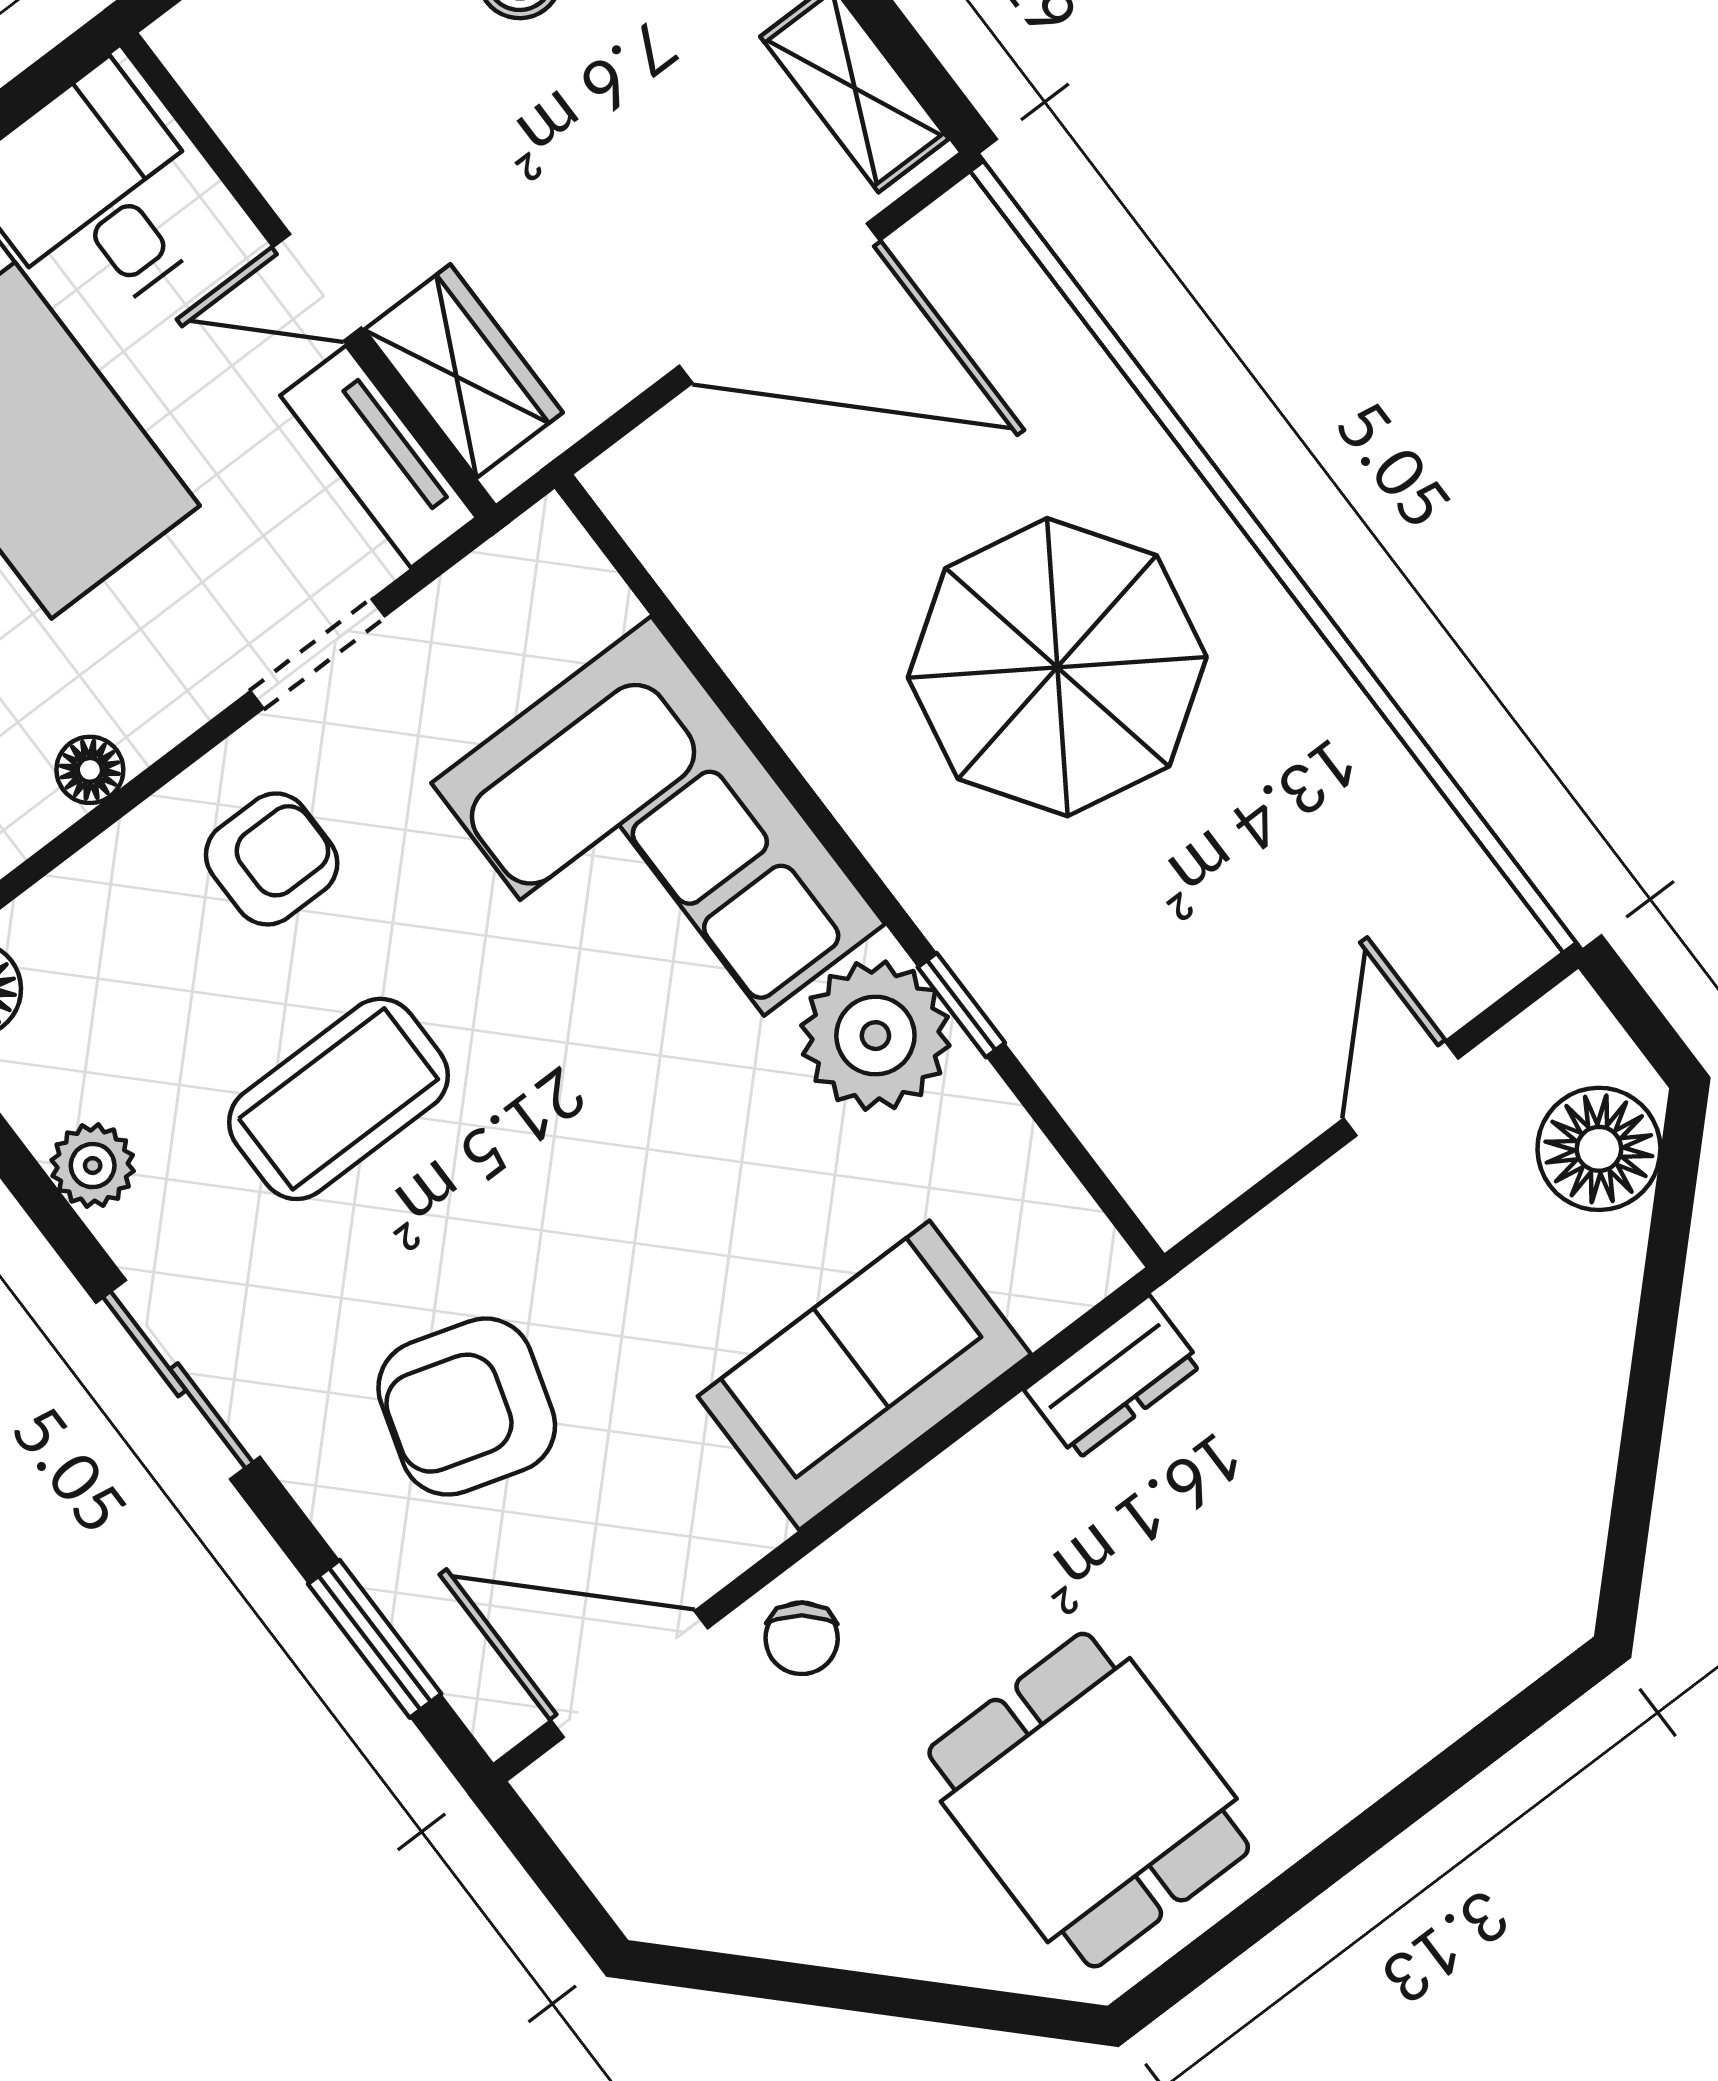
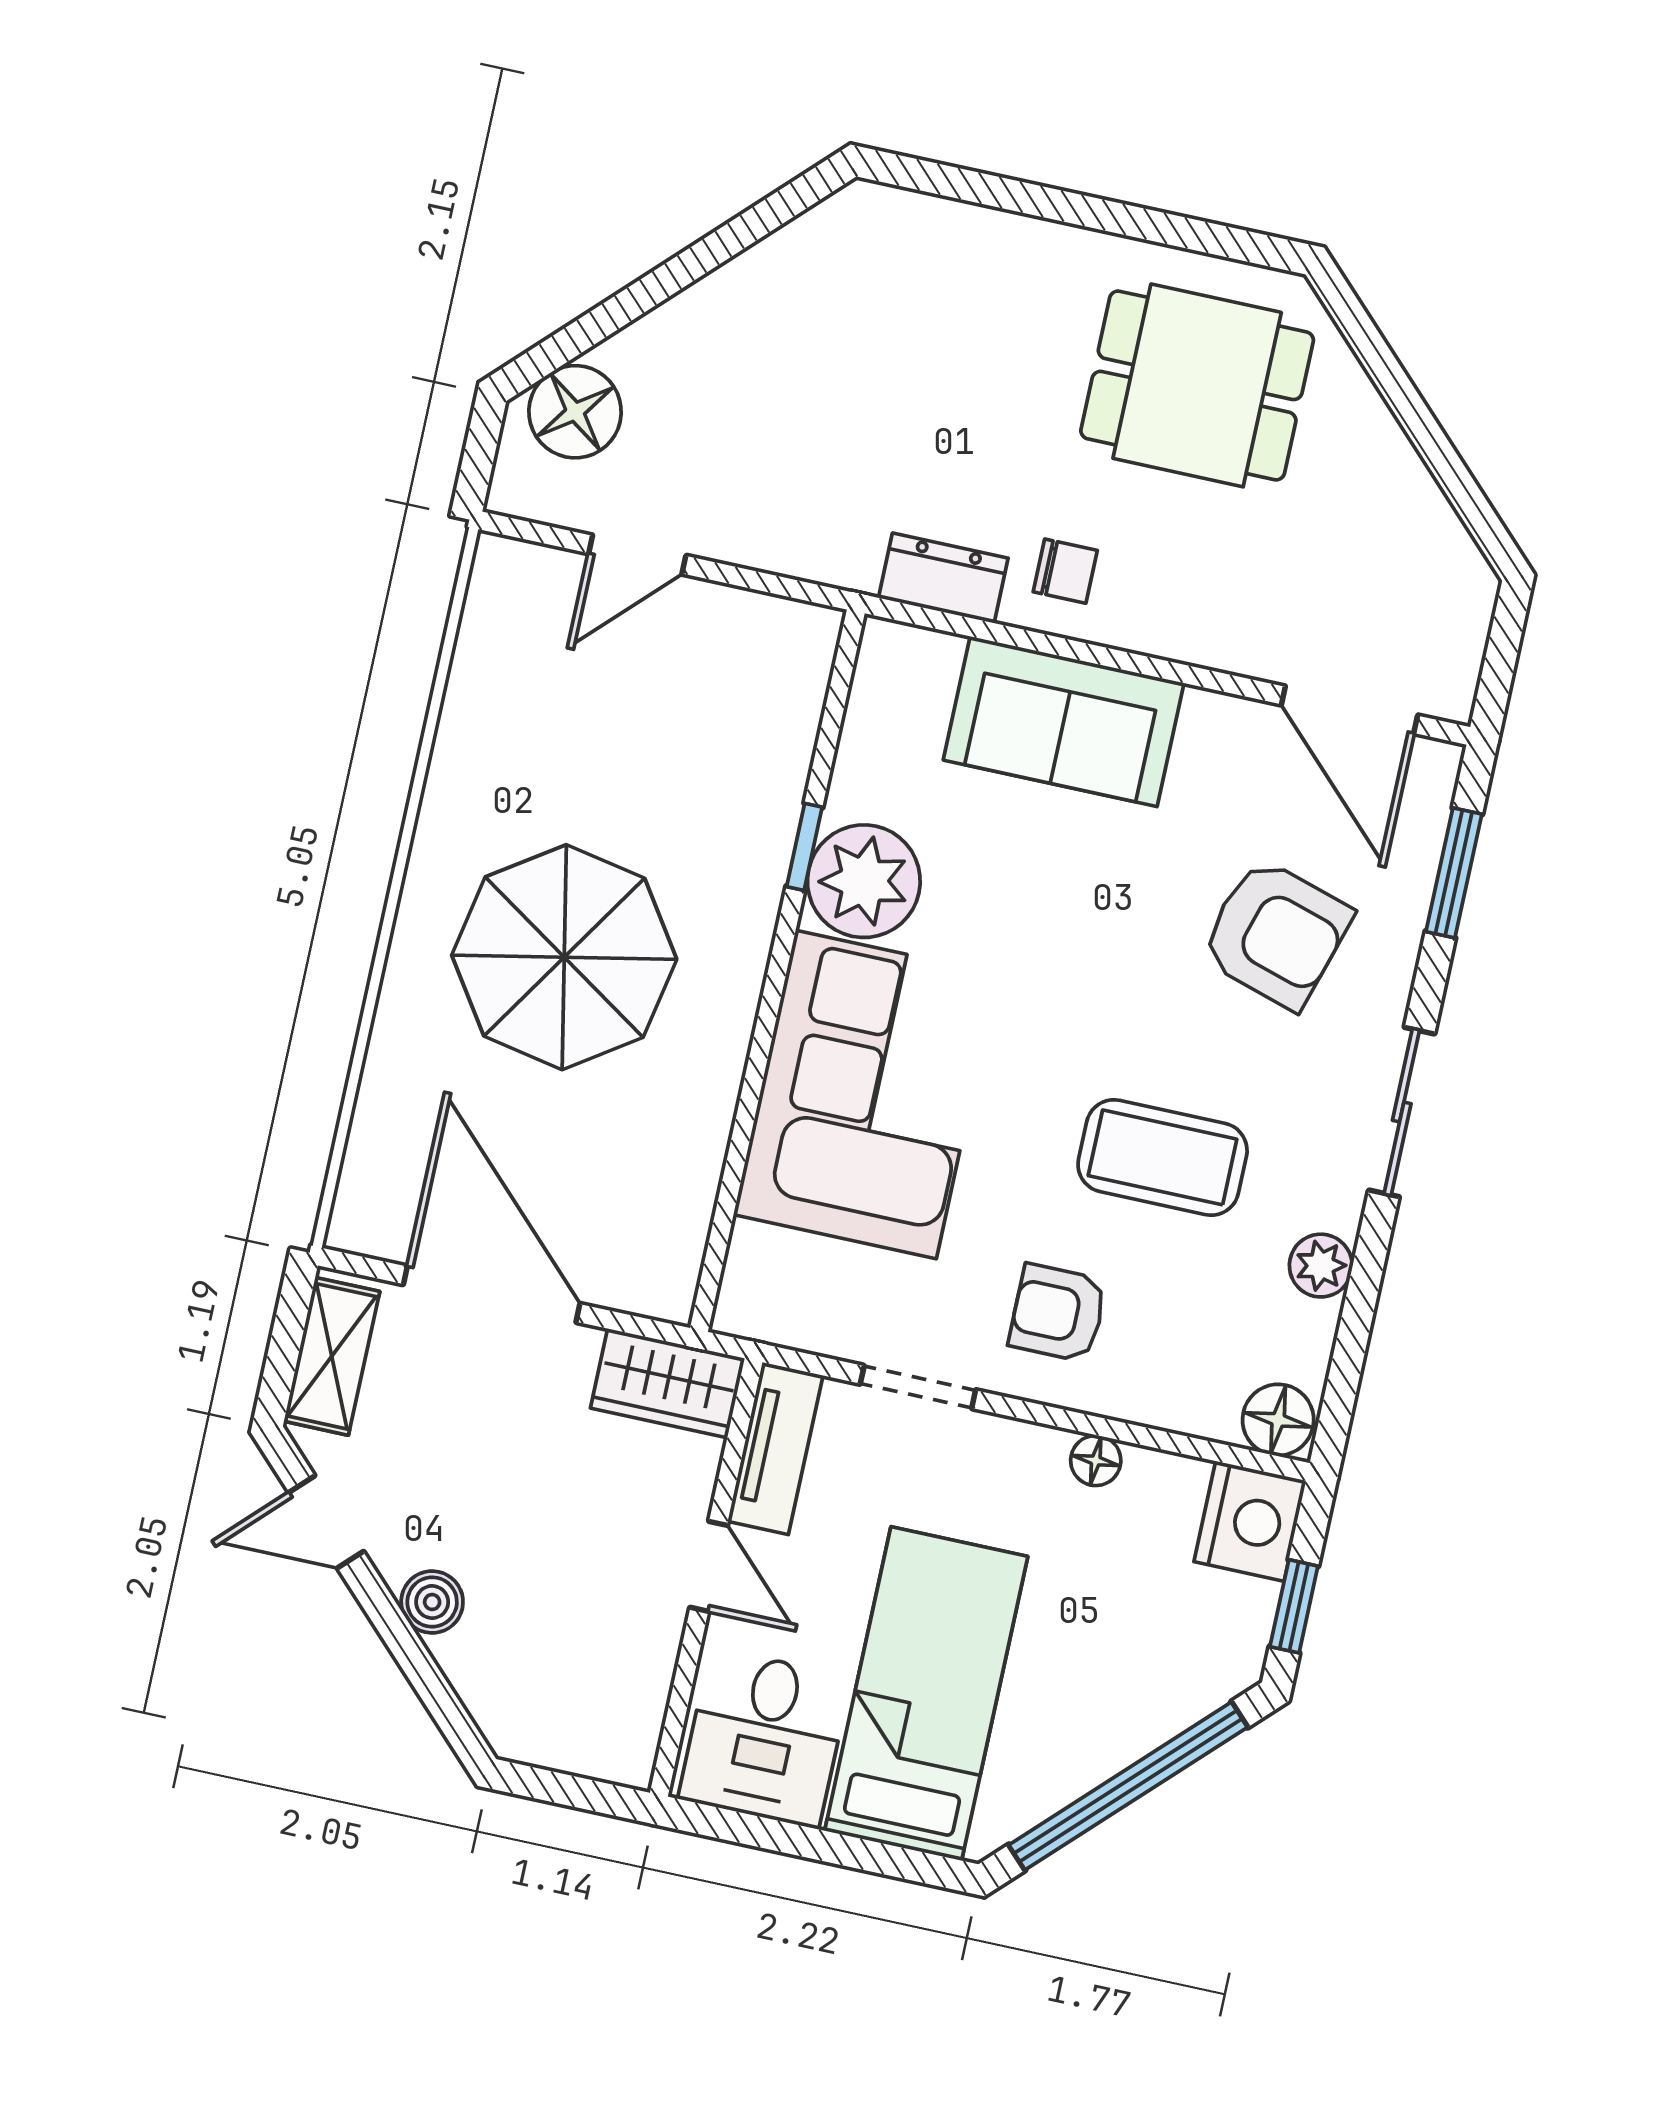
wardrobe: (463, 371) -> (668, 1383), moved, turned -90
chair: (802, 1638) -> (1065, 571), moved, turned 52
dining table: (1089, 1800) -> (1197, 385), turned 90

